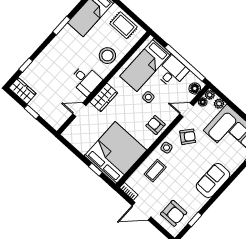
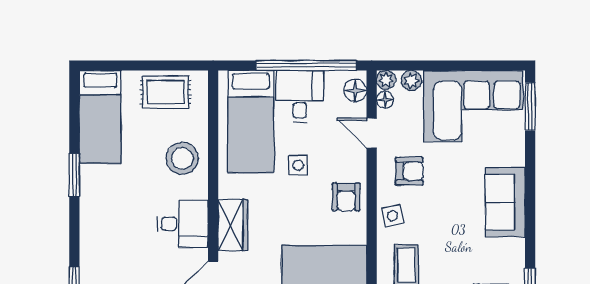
door: (187, 110) -> (372, 133), hinge flipped
armchair: (156, 125) -> (346, 197), turned -90
armchair: (188, 137) -> (409, 171), turned 51

